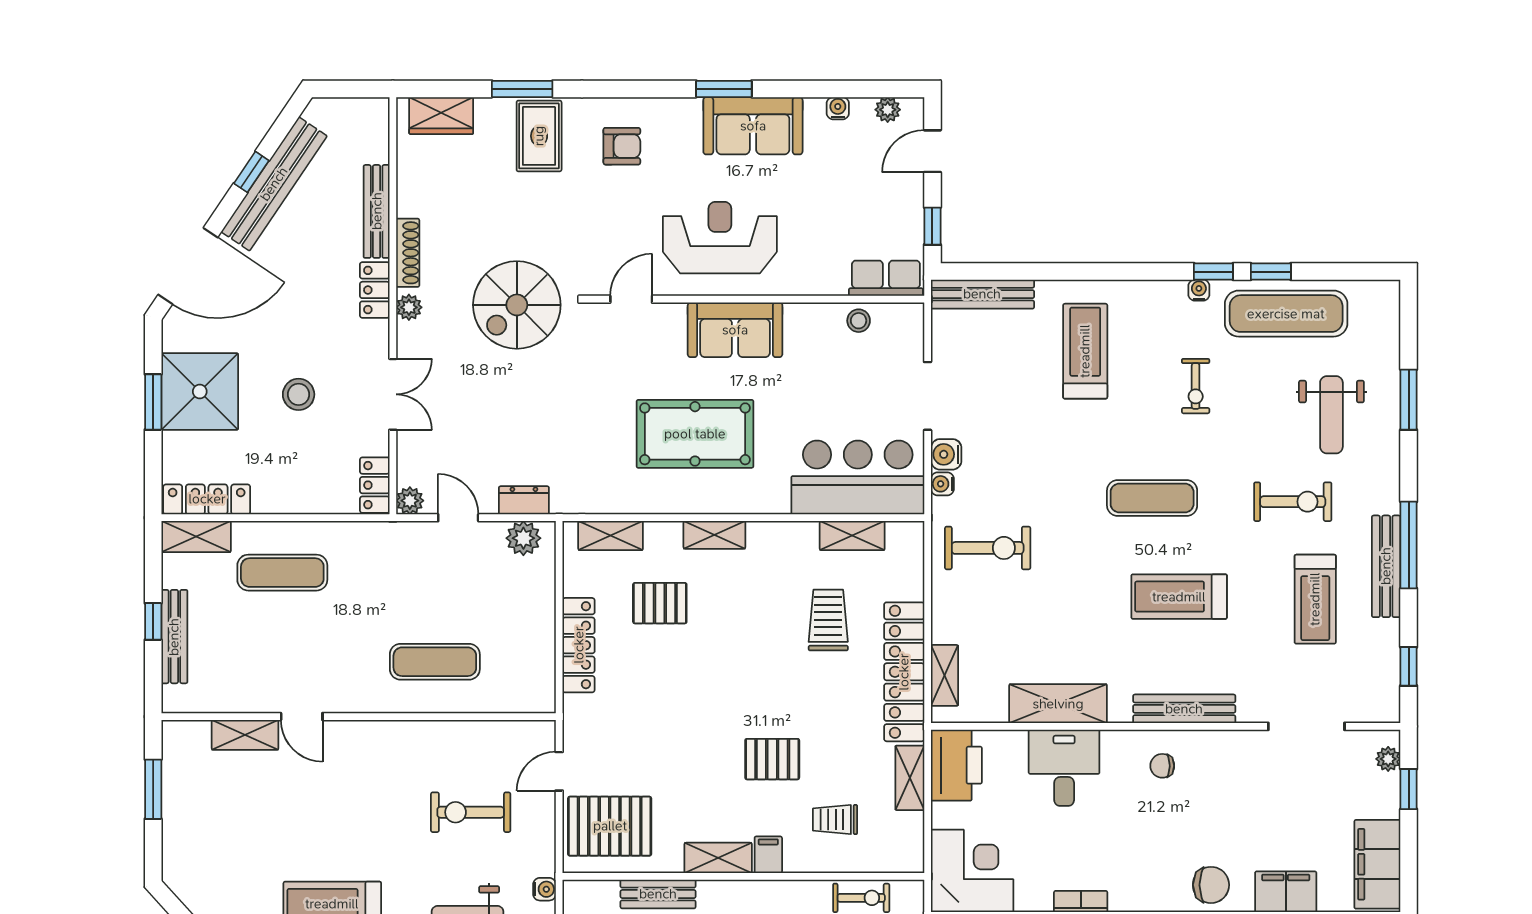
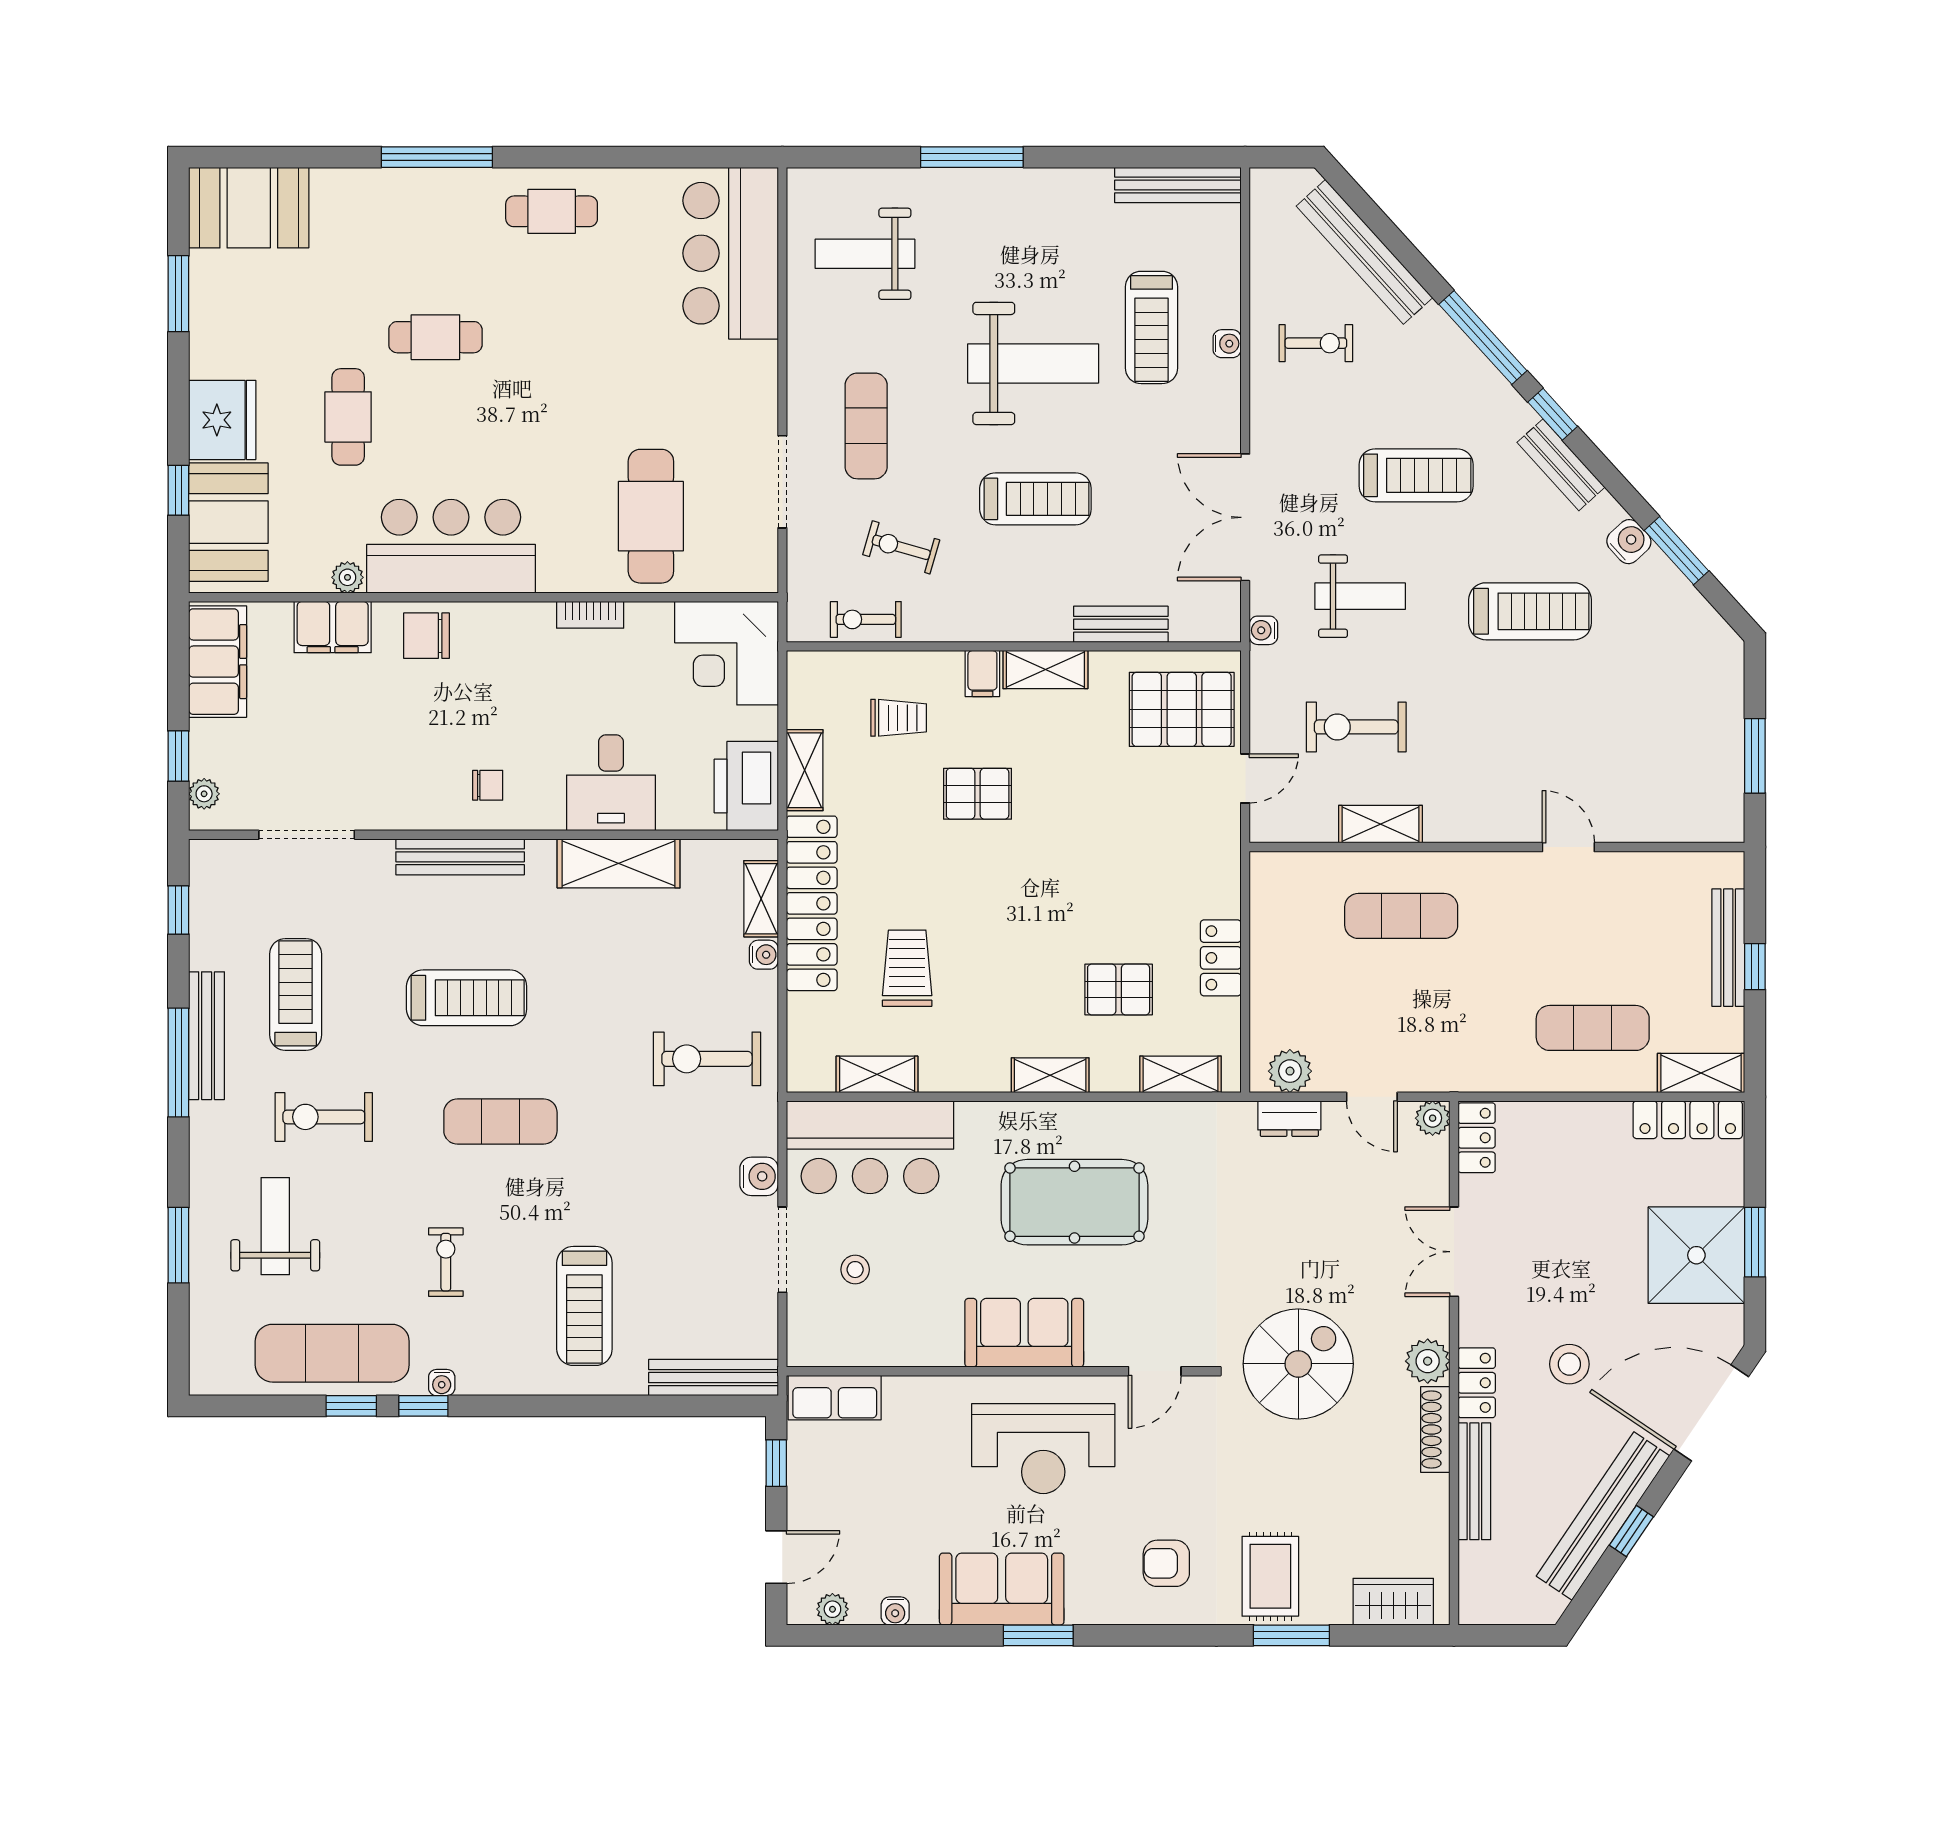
plant: (409, 307) -> (1428, 1361), width x1.38, depth x1.38
stool: (859, 321) -> (855, 1270), moved
stool: (299, 394) -> (1569, 1364), moved
water cooler: (942, 484) -> (764, 955), moved
trolley: (828, 620) -> (907, 968), turned 180
locker: (579, 645) -> (1221, 958), width x0.66
shelving: (245, 735) -> (1381, 824), moved
exercise bike: (471, 812) -> (1356, 727), turned 180

